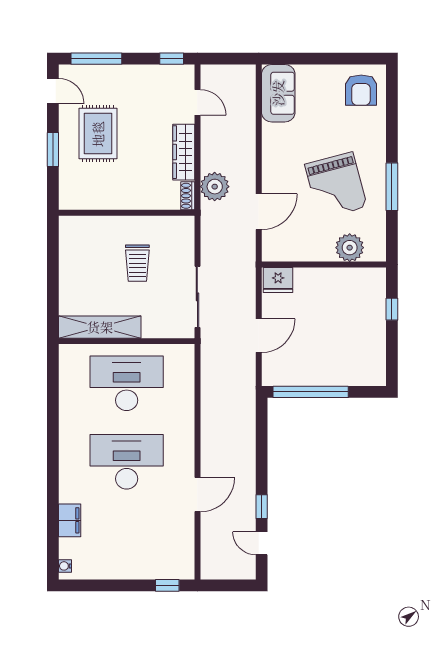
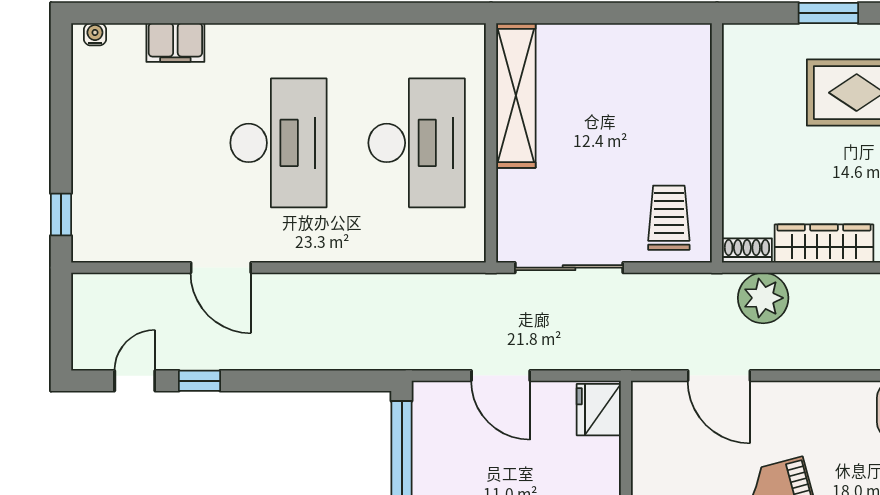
trolley: (137, 263) -> (669, 218), moved, turned 90

